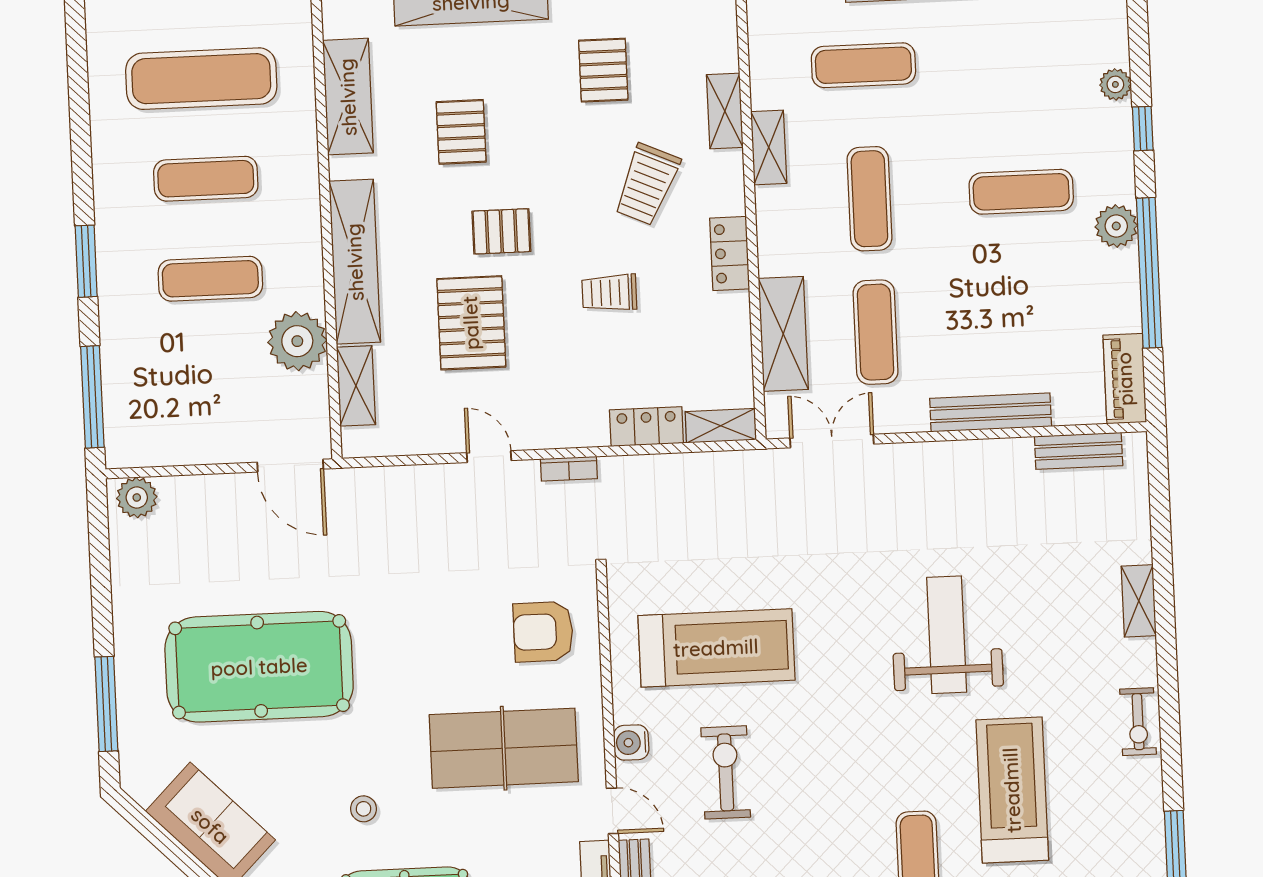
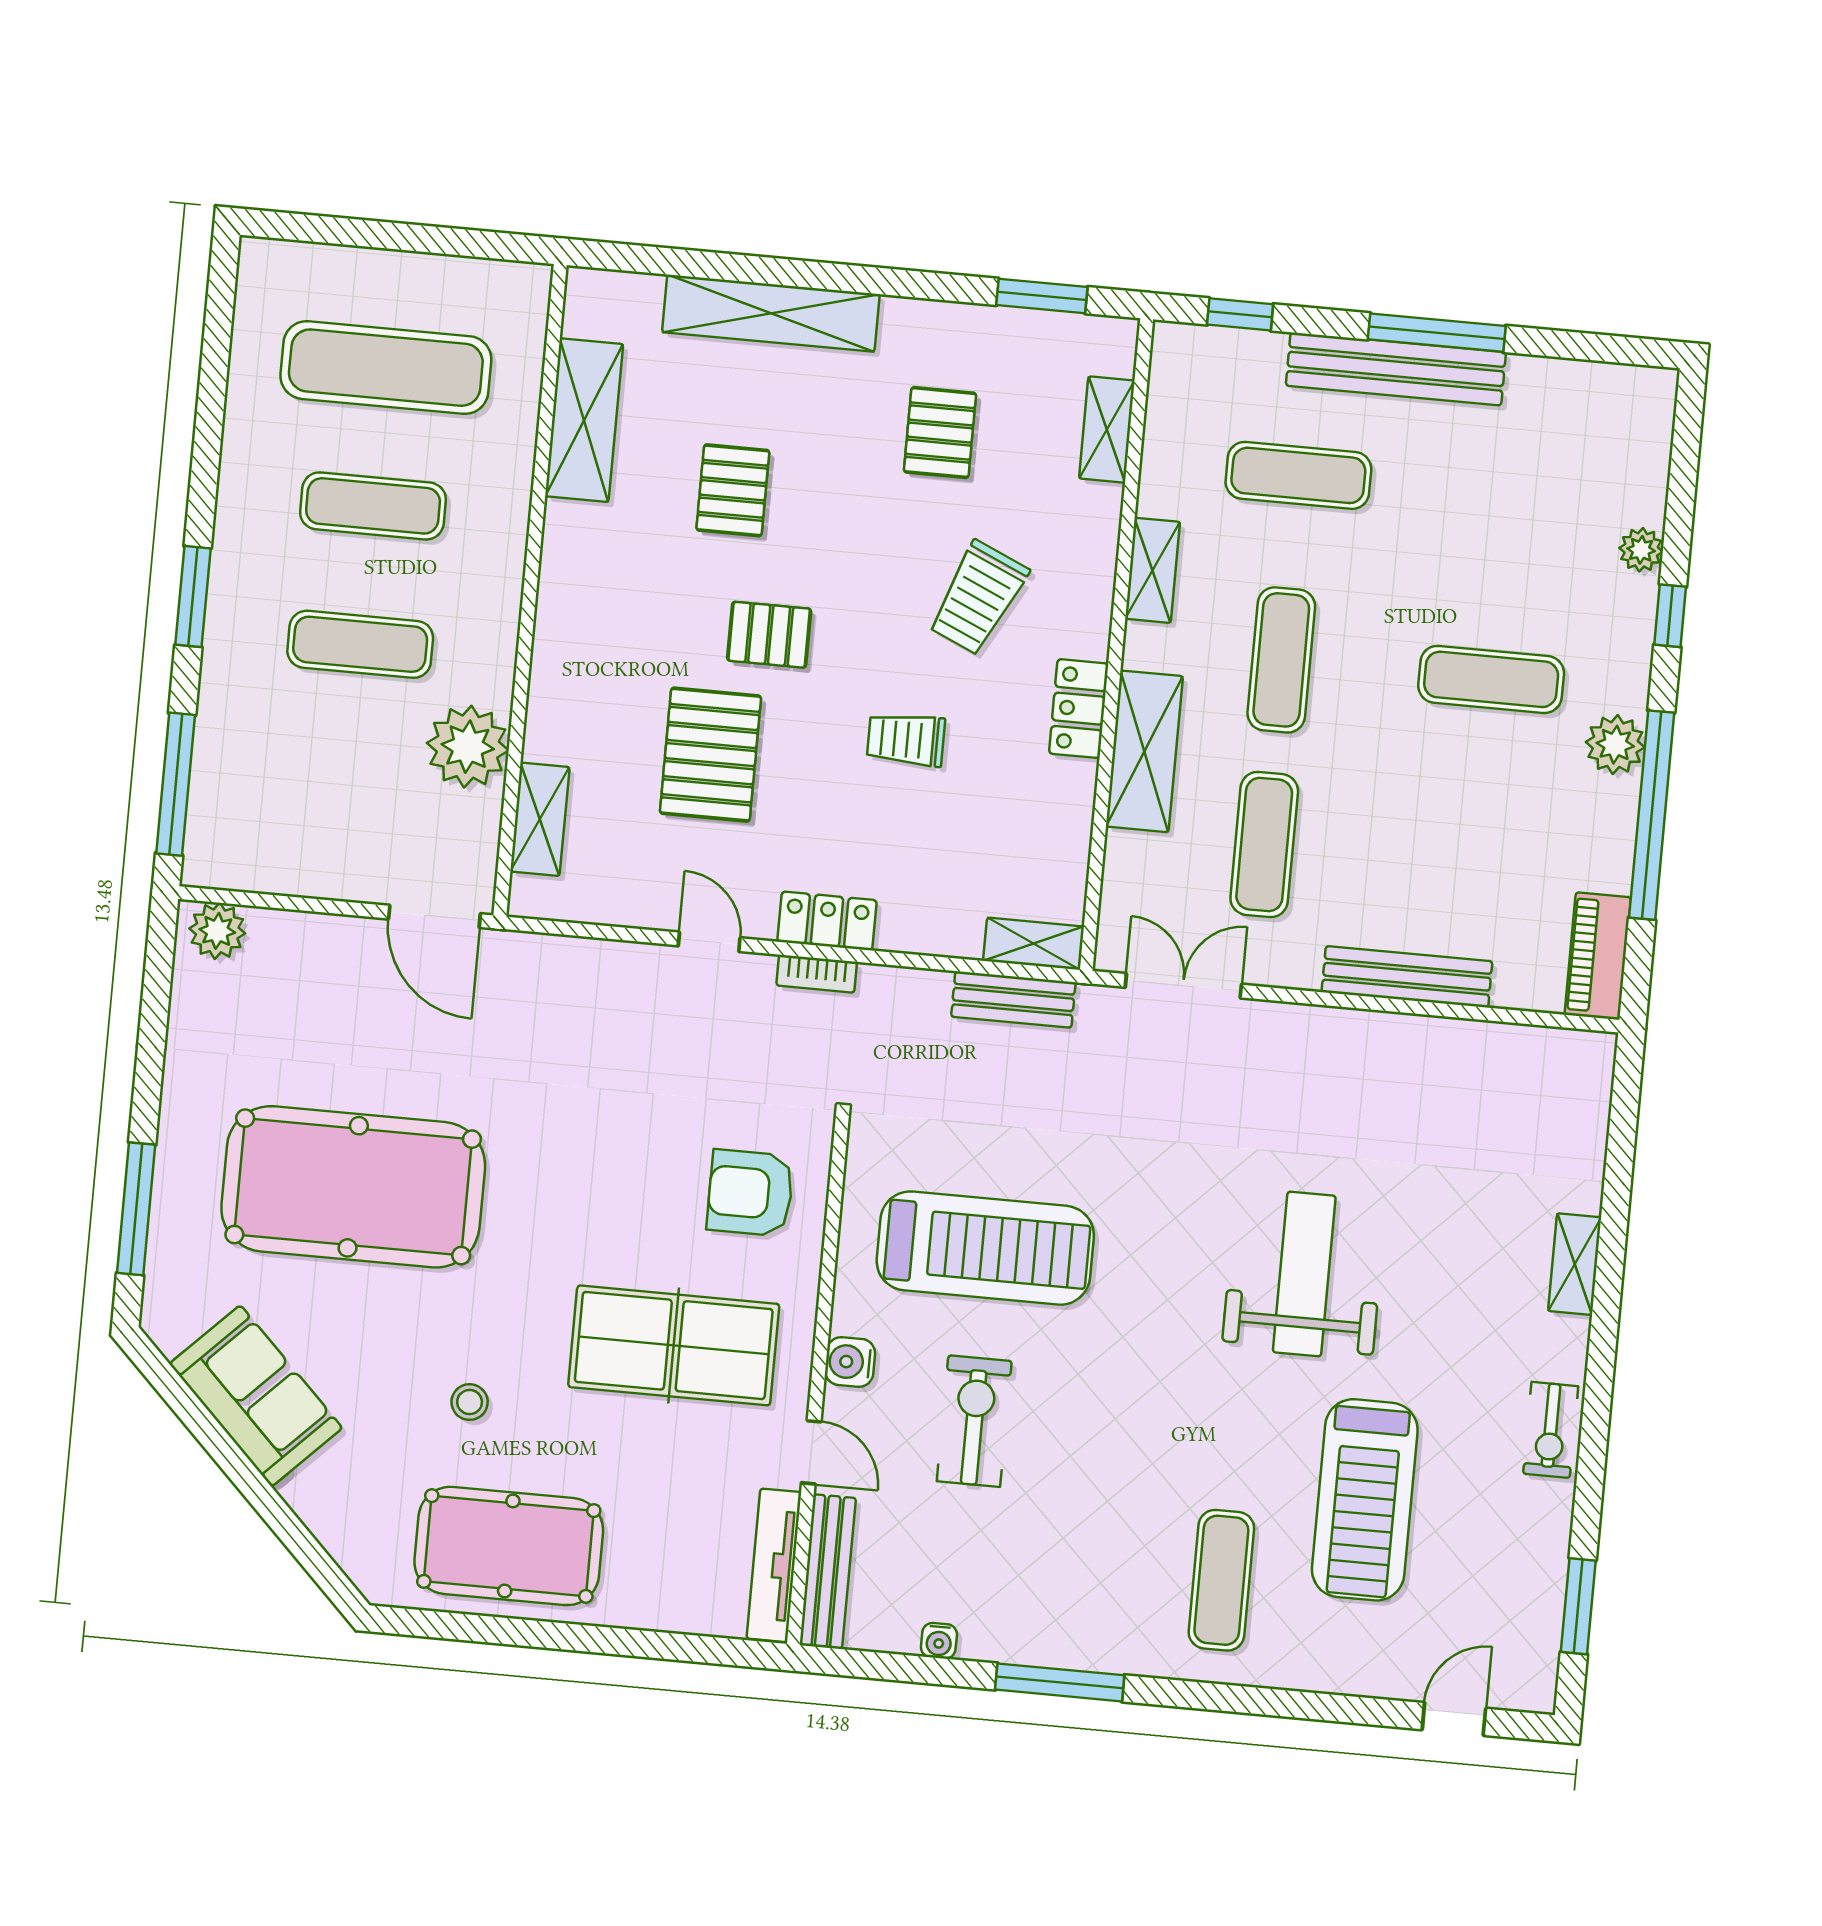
shelving: (725, 111) -> (1107, 430), moved
shelving: (355, 262) -> (562, 648), removed
shelving: (783, 334) -> (1144, 751), moved
locker: (646, 427) -> (827, 921), moved
bench: (1079, 451) -> (1013, 999), moved
treadmill: (1012, 790) -> (1365, 1500), turned 180

